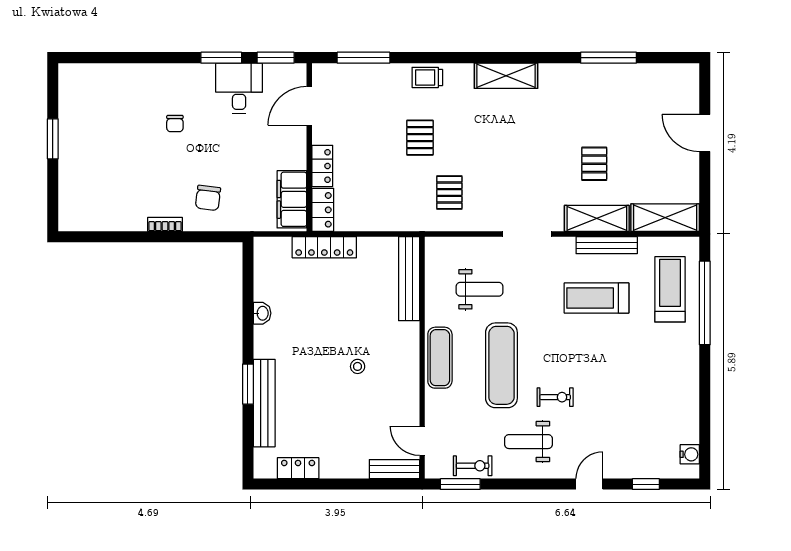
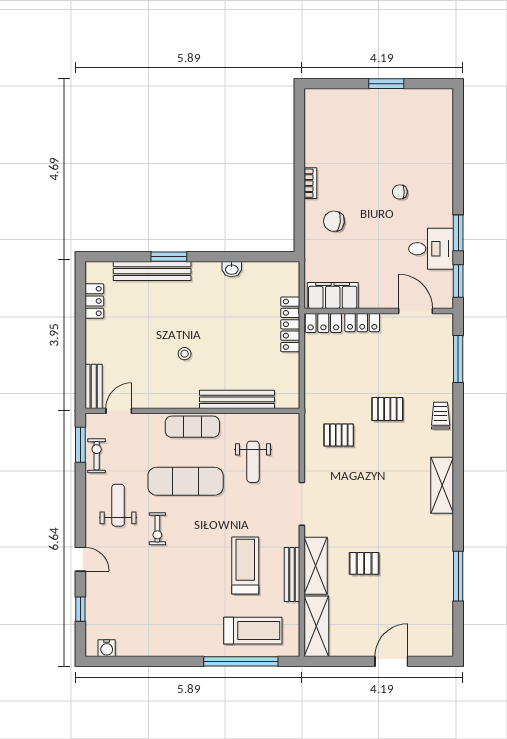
bench: (409, 279) -> (237, 399), moved
exercise bike: (473, 466) -> (97, 456), turned 180

